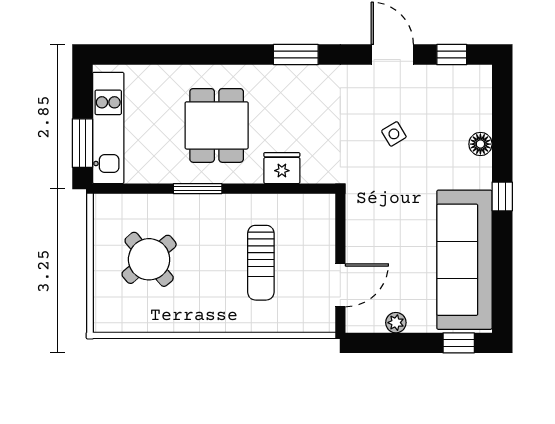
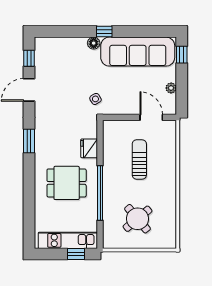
side table: (394, 134) -> (95, 99), moved
window: (82, 143) -> (76, 254), width x0.67
floor lamp: (480, 144) -> (94, 43), moved
window: (198, 189) -> (100, 193), width x2.11
sun lounger: (261, 263) -> (139, 159), turned -90

